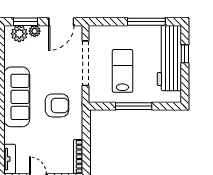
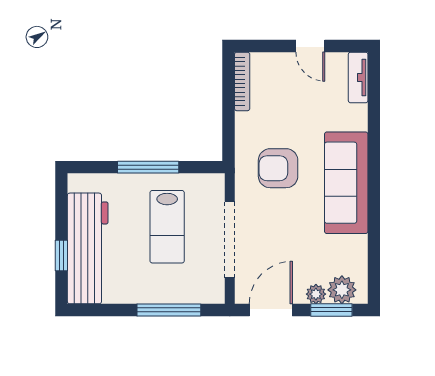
window: (146, 22) -> (169, 310), moved

